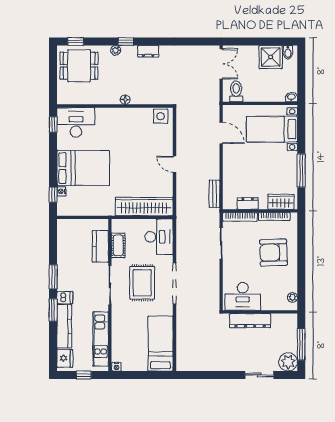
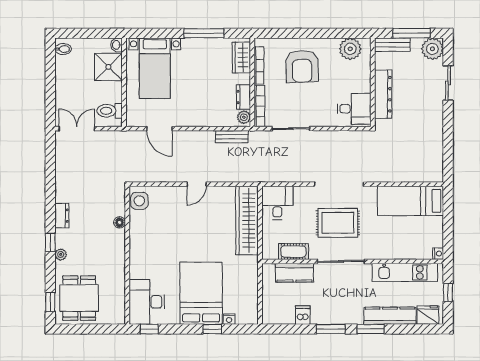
shower: (271, 57) -> (108, 67), moved
floor lamp: (125, 100) -> (120, 222), moved
door: (221, 133) -> (159, 129), swing flipped
window: (53, 195) -> (212, 329), moved
plant: (231, 204) -> (244, 117), added
desk: (159, 237) -> (277, 203), width x0.73
desk: (243, 296) -> (354, 109), width x0.73
dishwasher: (65, 297) -> (303, 315), moved
plant: (292, 297) -> (350, 49), width x1.88, depth x1.88
bench: (292, 328) -> (392, 45), added

